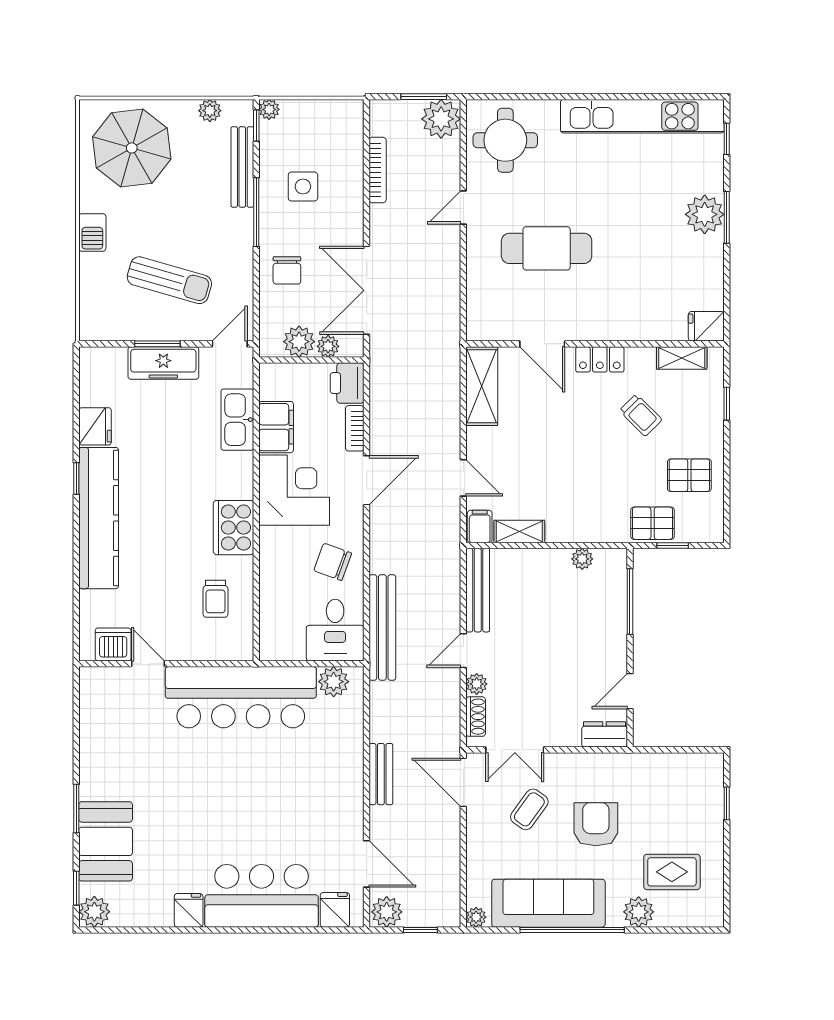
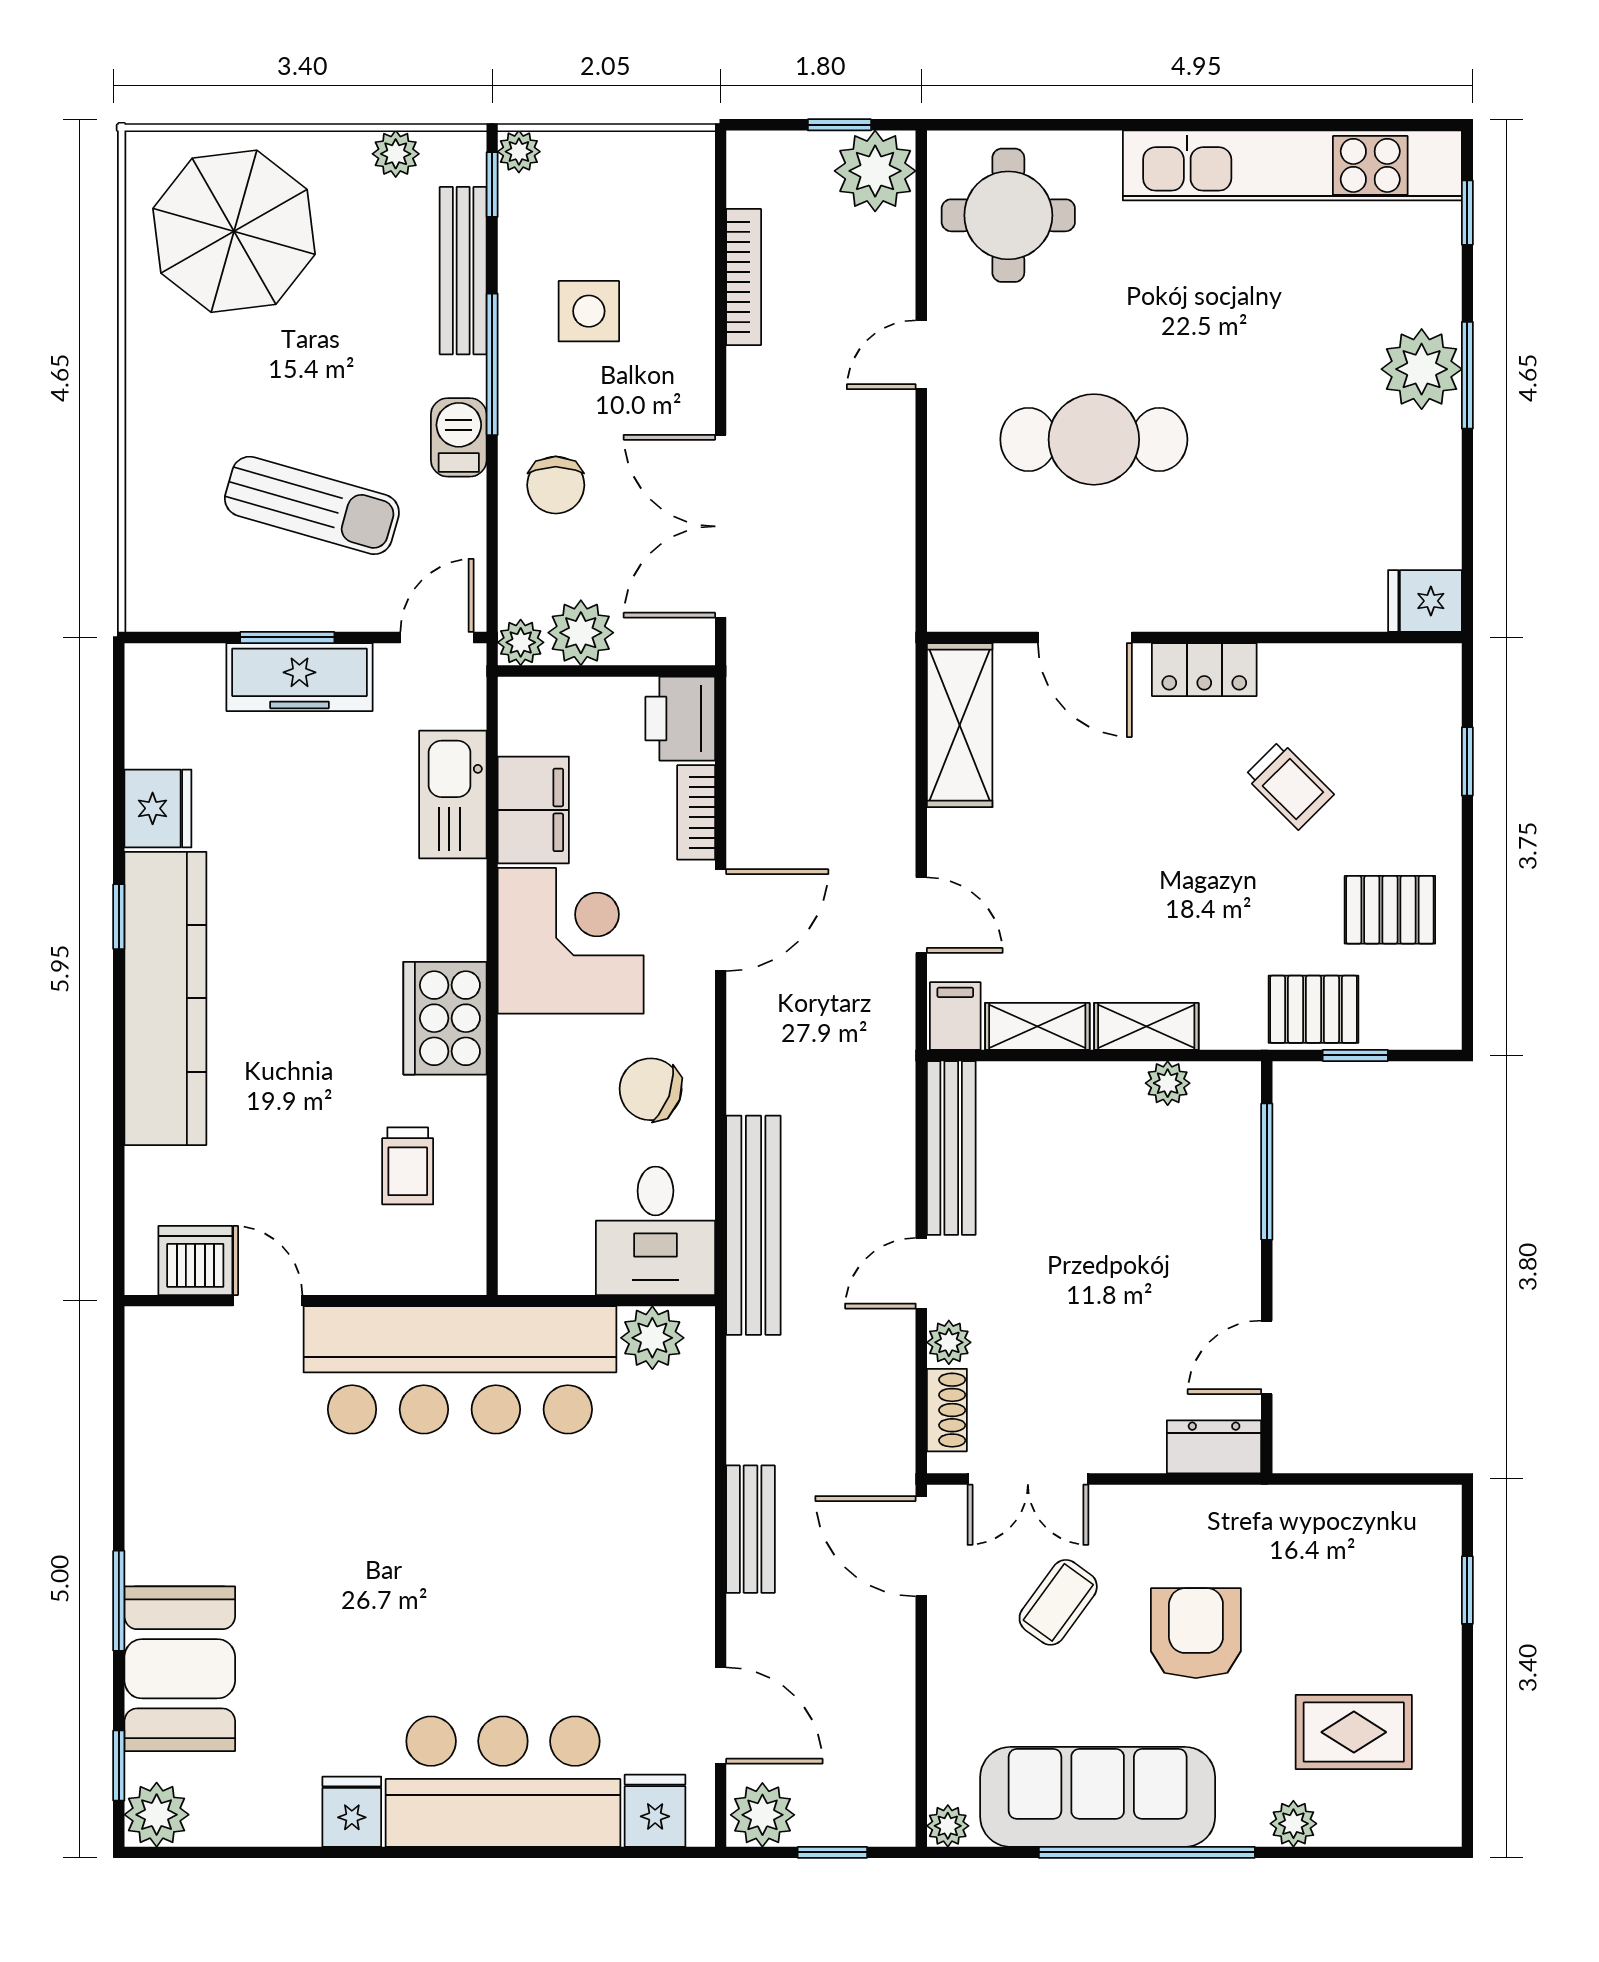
window: (424, 97) -> (839, 125), width x0.67
barbecue: (92, 232) -> (459, 437), moved, turned 180
plant: (328, 346) -> (521, 642), moved
shelving: (682, 358) -> (1146, 1026), moved
plant: (639, 912) -> (1293, 1824), width x0.73, depth x0.73

